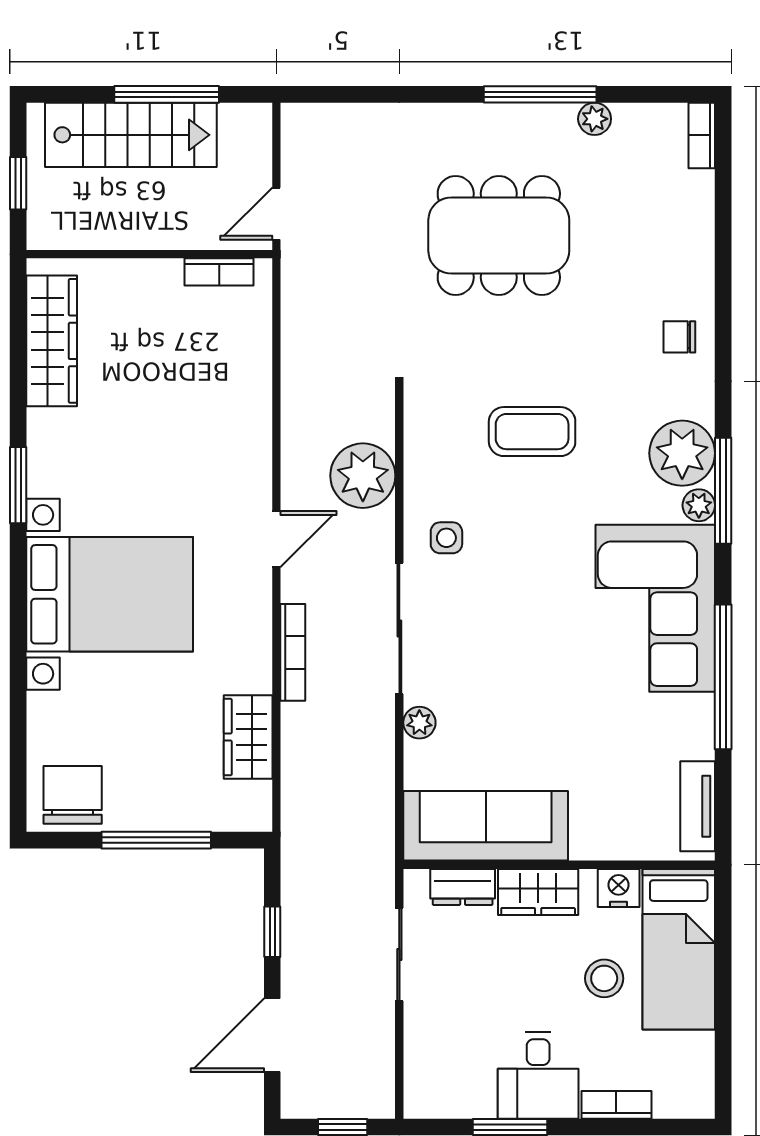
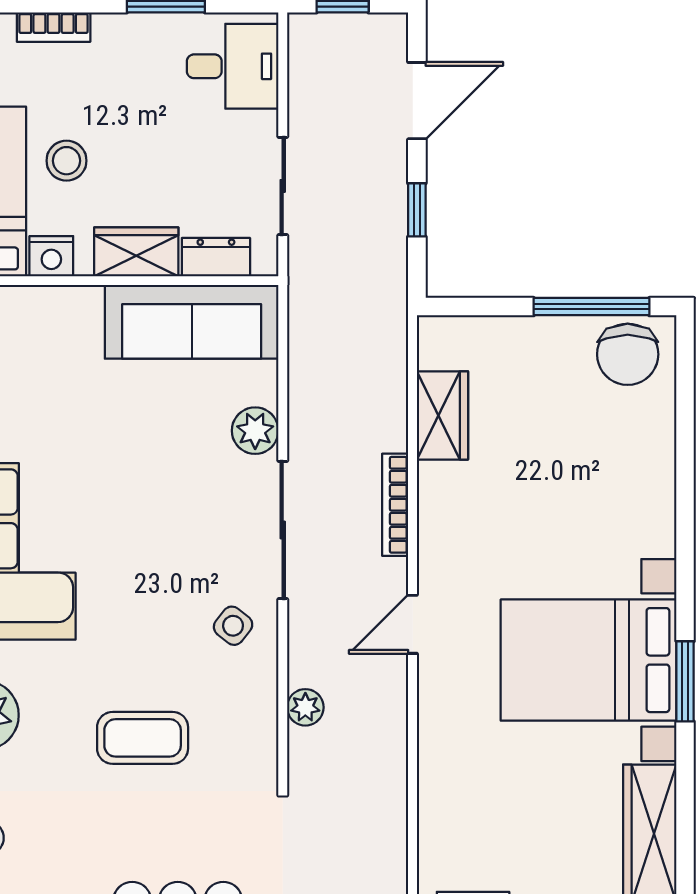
plant: (363, 476) -> (305, 707), width x0.53, depth x0.53
side table: (446, 538) -> (233, 626), turned 38
bed with nightstands: (110, 594) -> (589, 660), moved
plant: (419, 723) -> (255, 431), width x1.38, depth x1.38
window: (156, 840) -> (592, 307), moved
desk: (538, 1075) -> (233, 66), moved, turned 90

